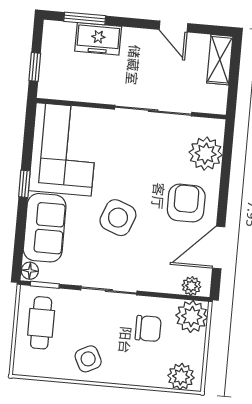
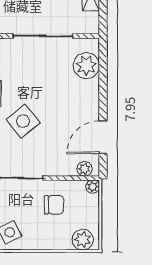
armchair: (186, 203) -> (75, 105), removed
side table: (118, 218) -> (23, 121), turned 30
plant: (192, 316) -> (93, 187), width x0.53, depth x0.53

